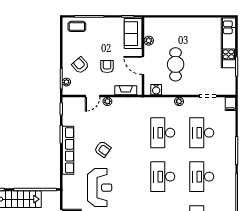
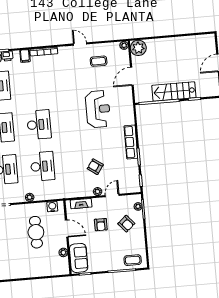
armchair: (103, 149) -> (95, 167), moved
row of seats: (68, 150) -> (131, 142), width x0.73
reception desk: (100, 188) -> (98, 109), turned 180

